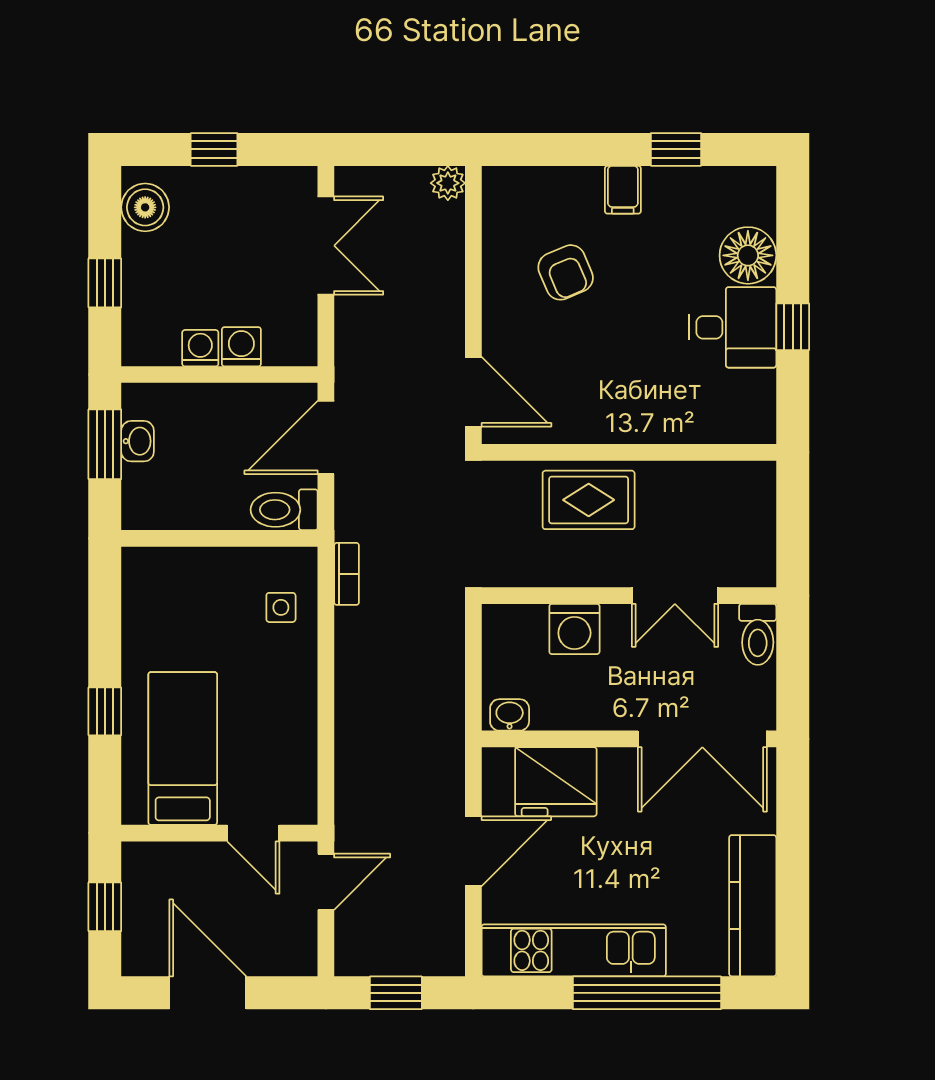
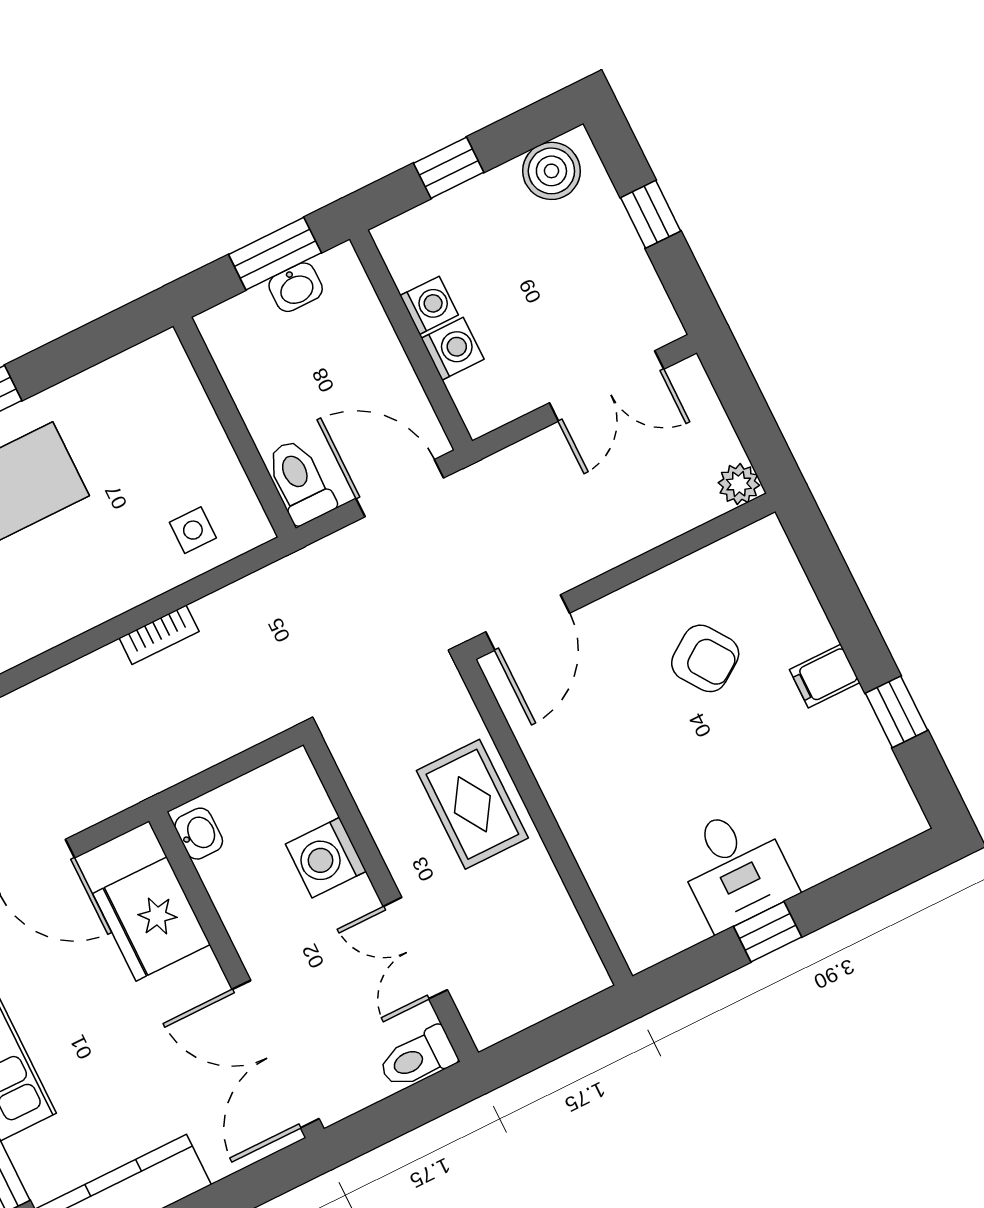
floor lamp: (748, 255) -> (821, 846), removed
armchair: (566, 272) -> (705, 658), turned -102
bookcase: (347, 574) -> (159, 635), moved

